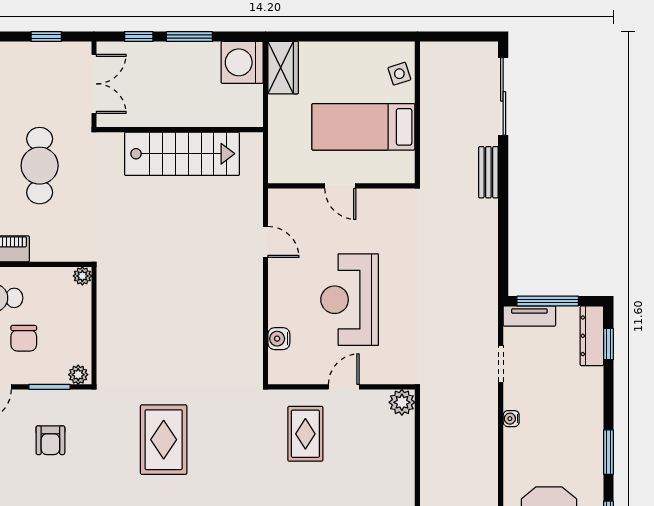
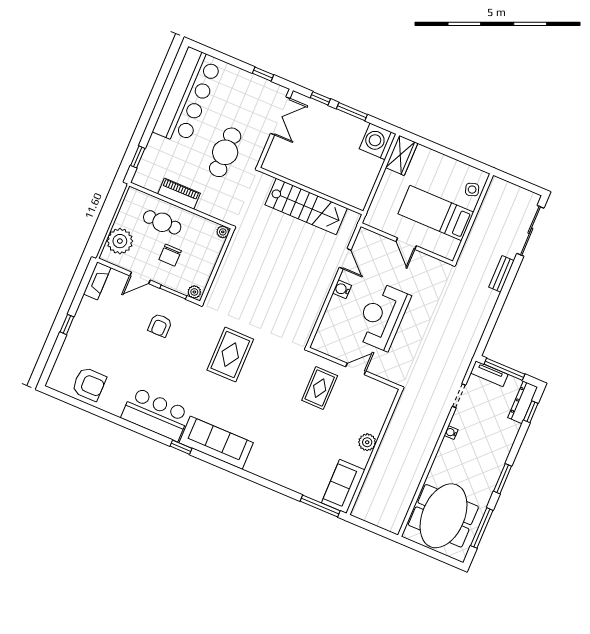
wall: (180, 130) -> (311, 191), moved
stairs: (182, 154) -> (306, 207), moved
water cooler: (279, 339) -> (342, 289), moved
plant: (402, 402) -> (367, 442), moved

